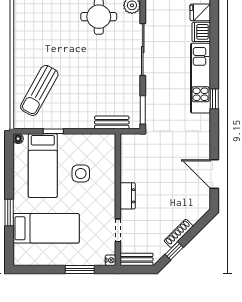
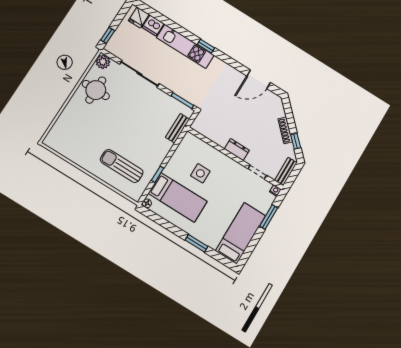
sun lounger: (39, 90) -> (122, 166), turned 151
bed: (46, 228) -> (241, 233), moved

